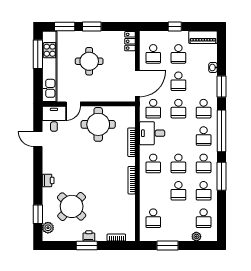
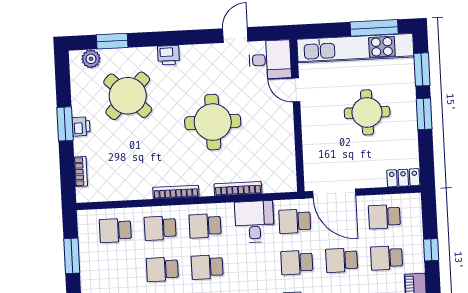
round table: (98, 124) -> (213, 122), moved
school desk: (153, 191) -> (160, 228), added

